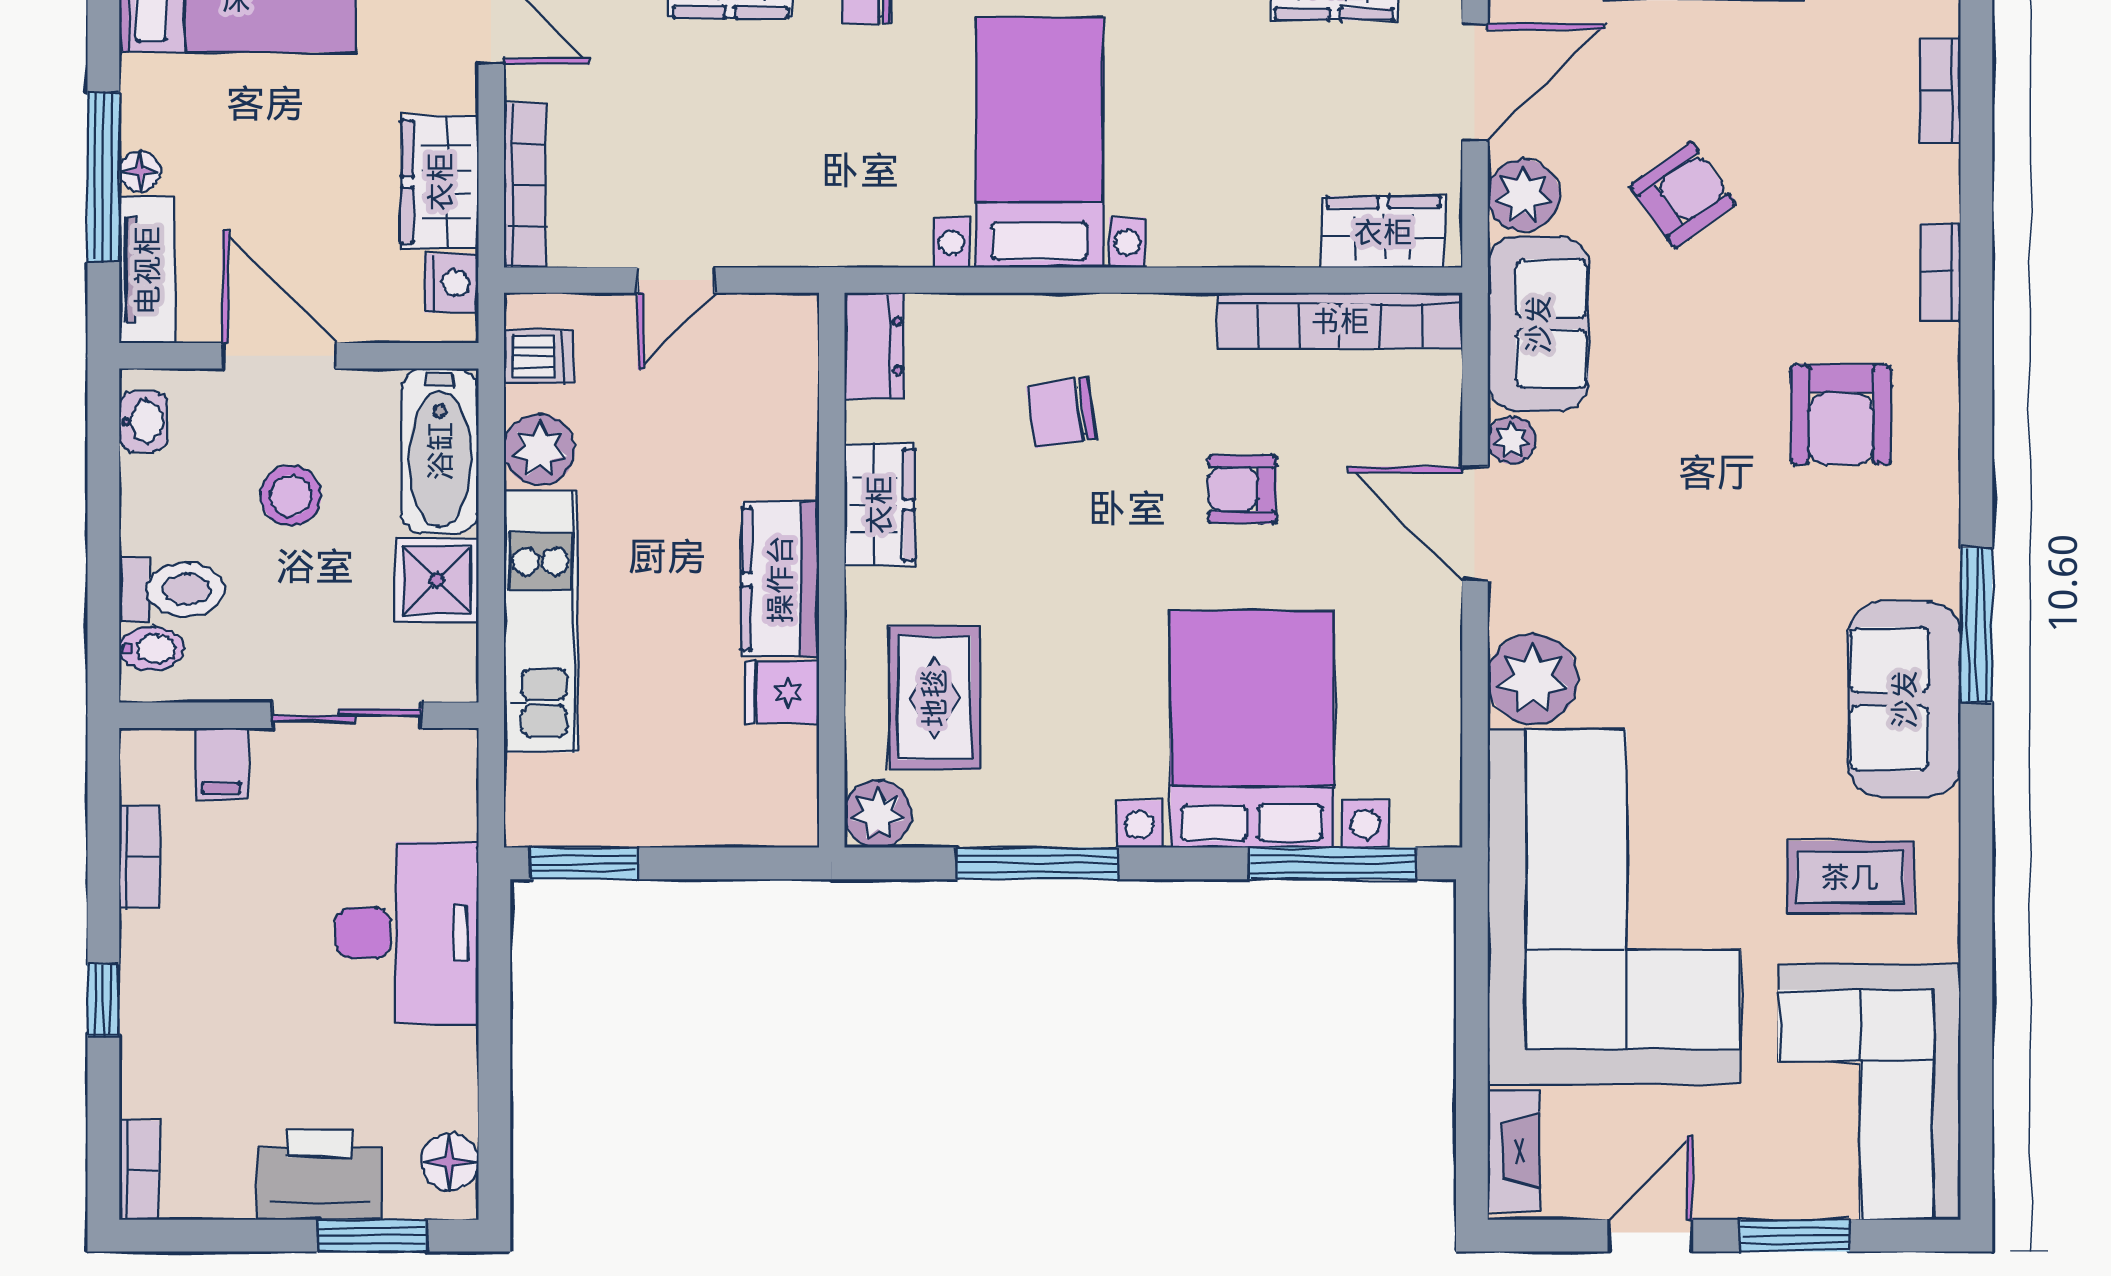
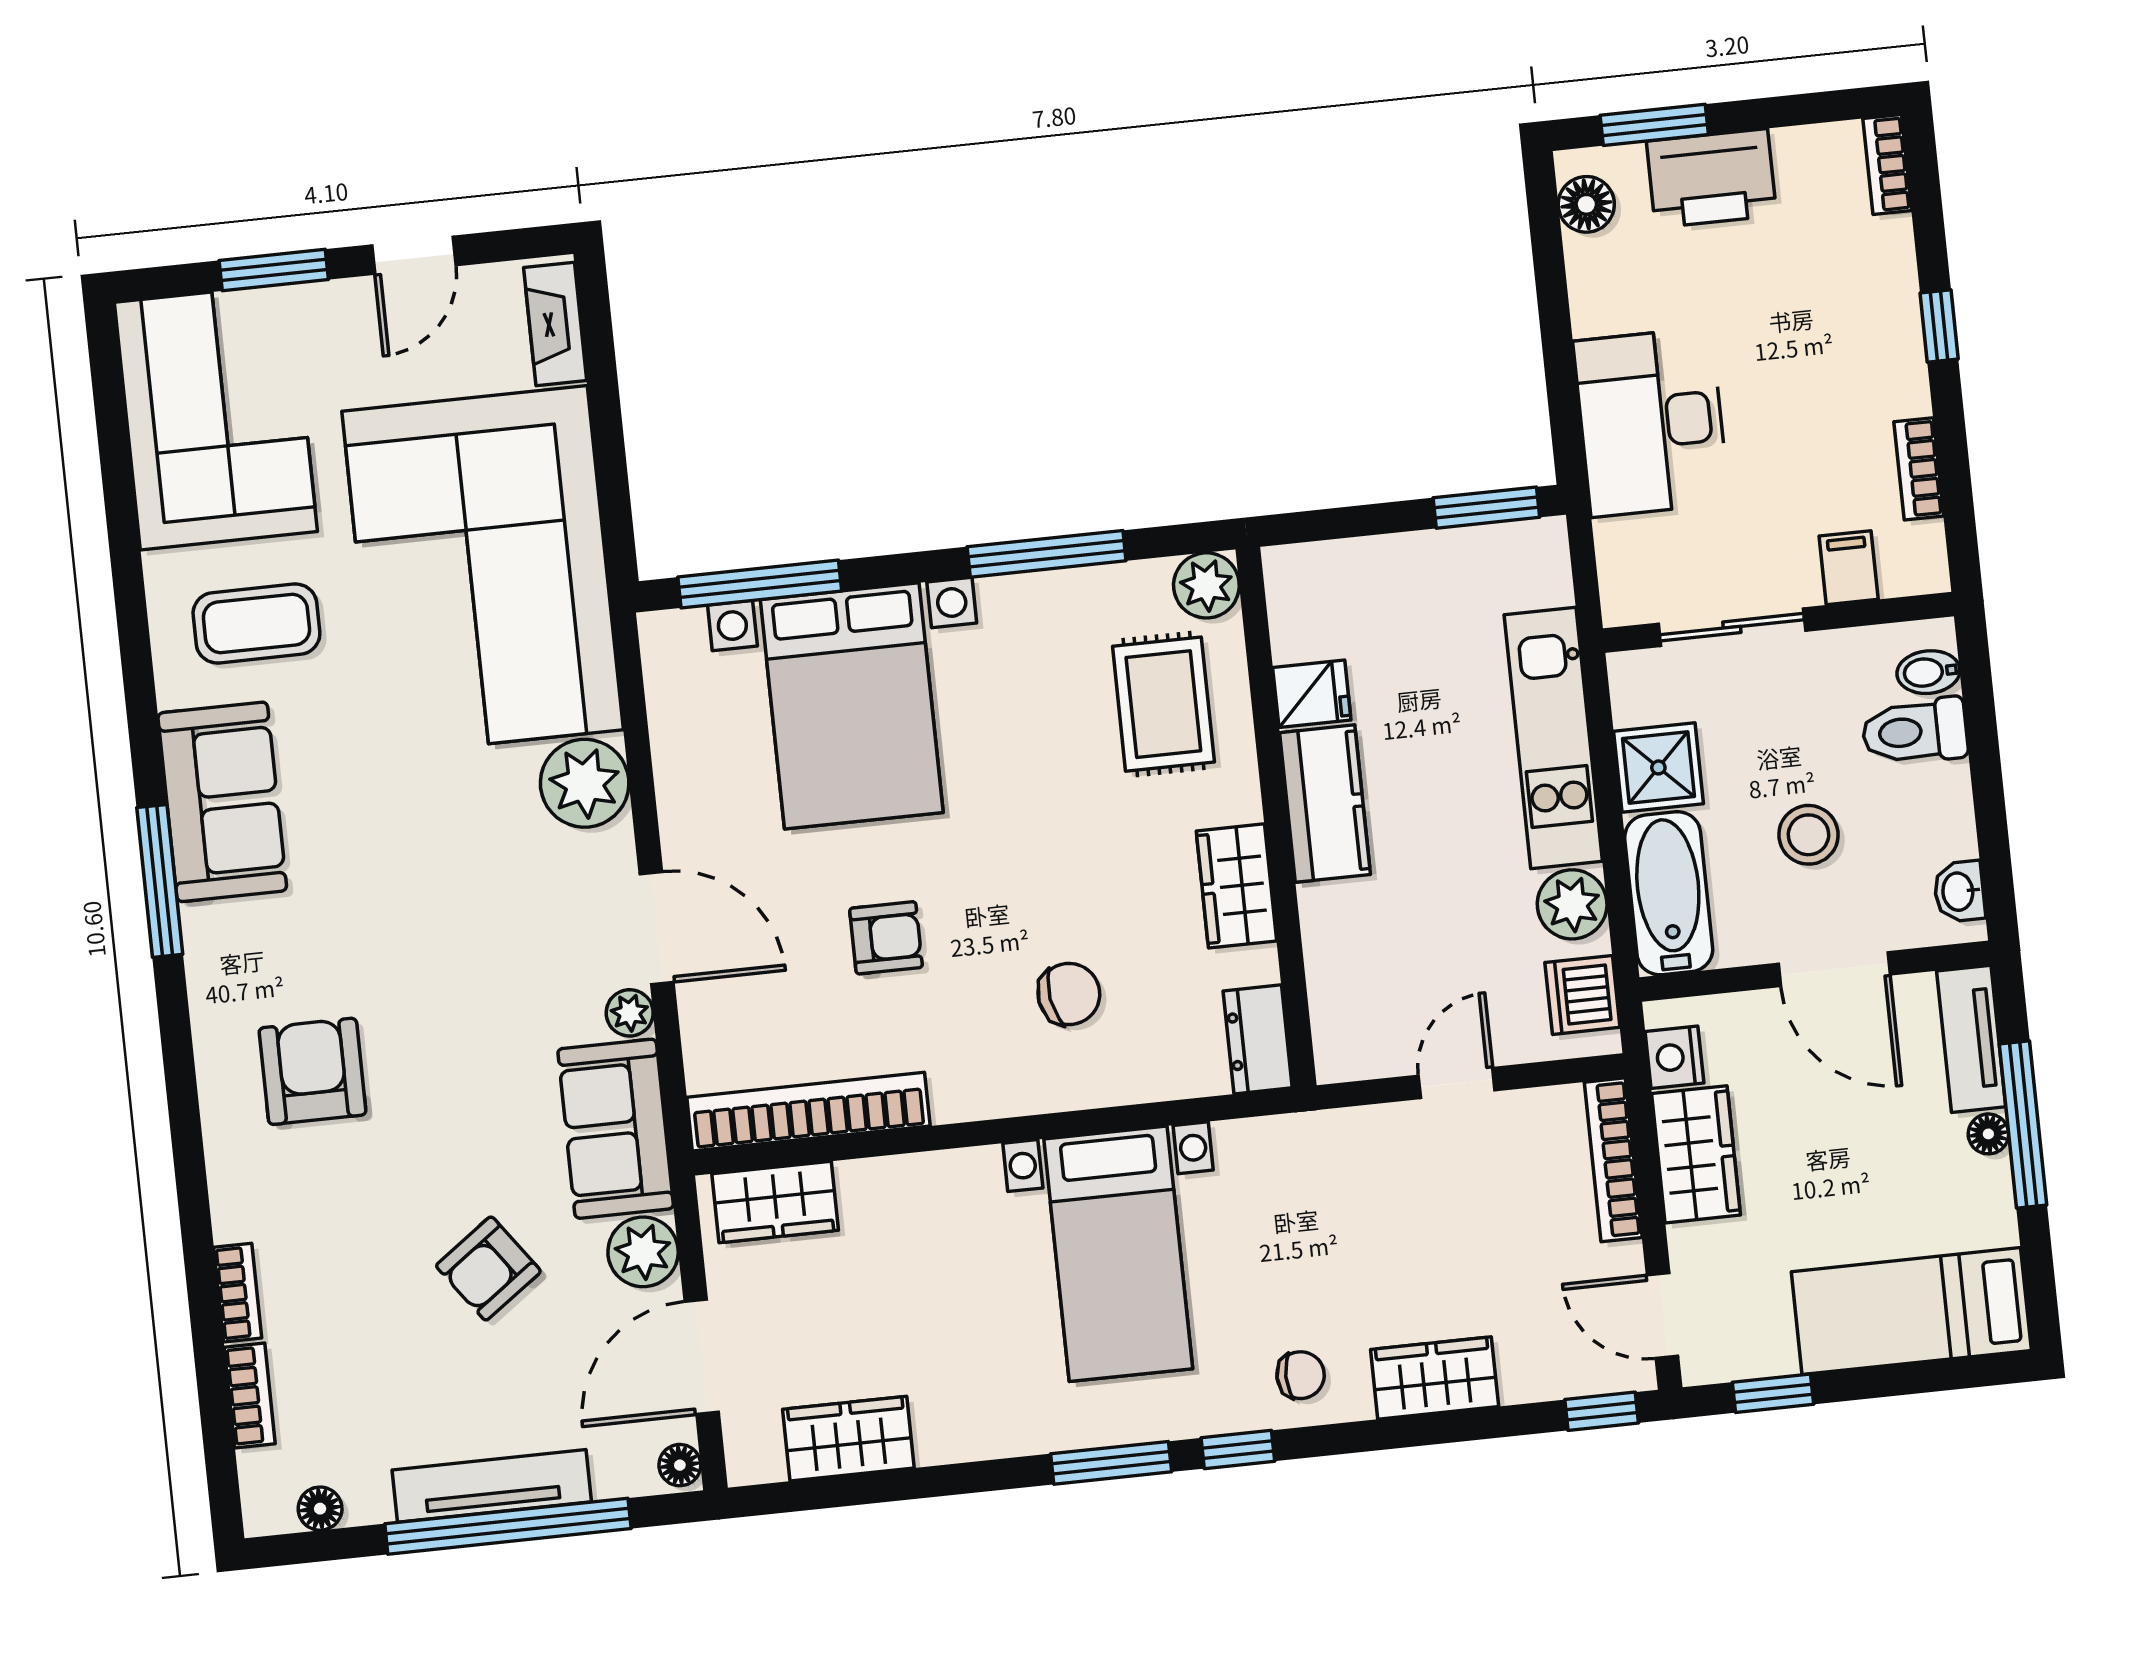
bookcase: (1941, 272) -> (238, 1293), moved
dishwasher: (539, 356) -> (1582, 995), width x1.38

